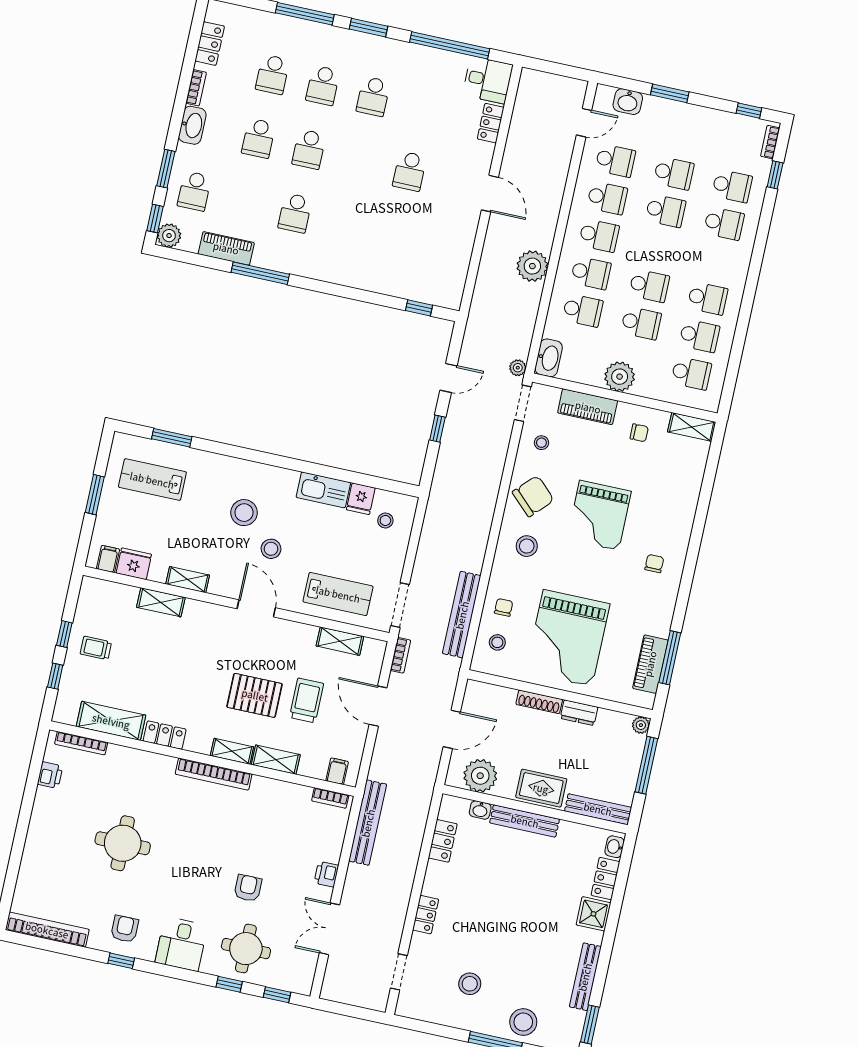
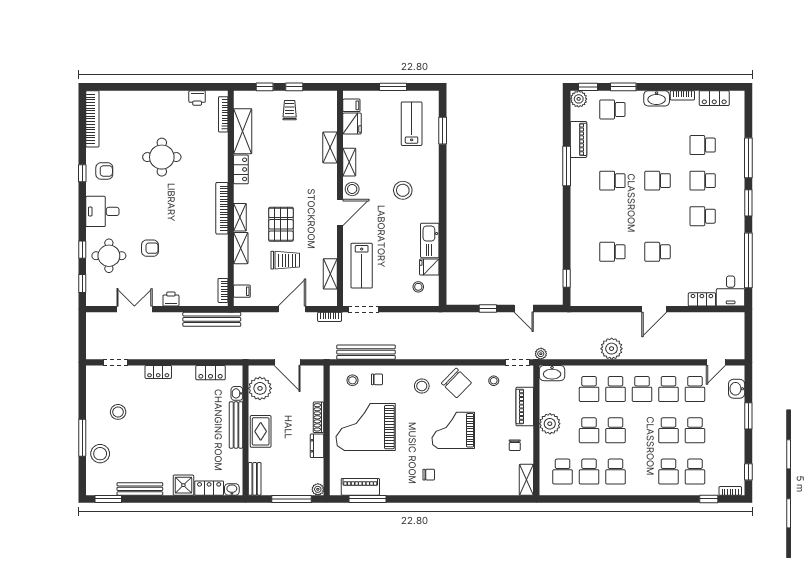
door: (584, 123) -> (716, 362), hinge flipped
school desk: (259, 138) -> (612, 252), moved
stool: (271, 549) -> (352, 189), moved
bench: (598, 809) -> (255, 479), width x0.73

